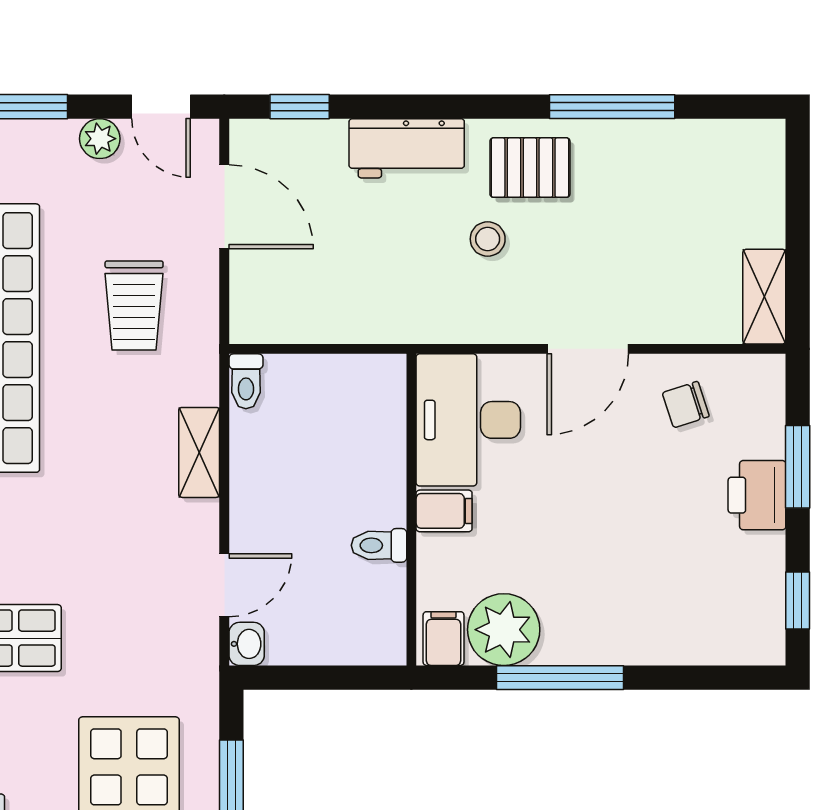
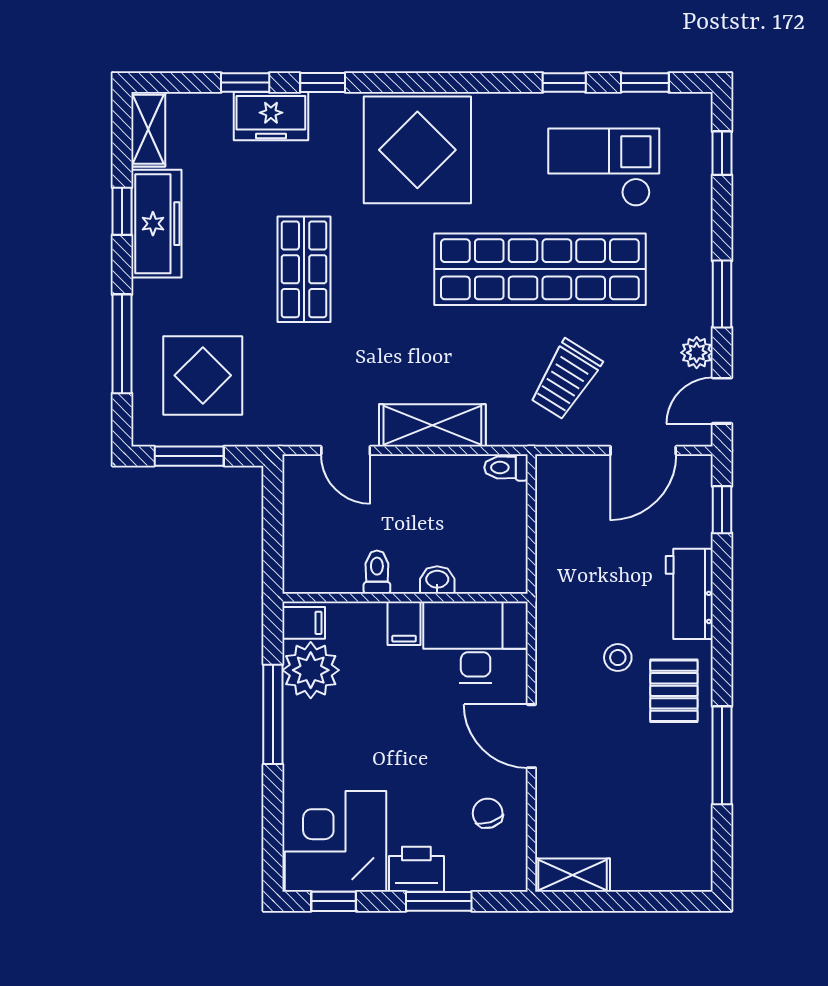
trolley: (134, 305) -> (566, 379), turned -58
shelving: (199, 452) -> (432, 425), width x1.50, depth x1.33
corner desk: (721, 598) -> (336, 841), added
washbasin: (247, 644) -> (437, 580), moved, turned 180

